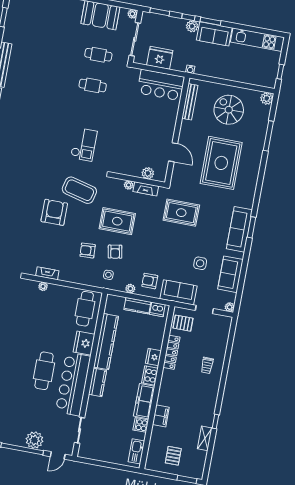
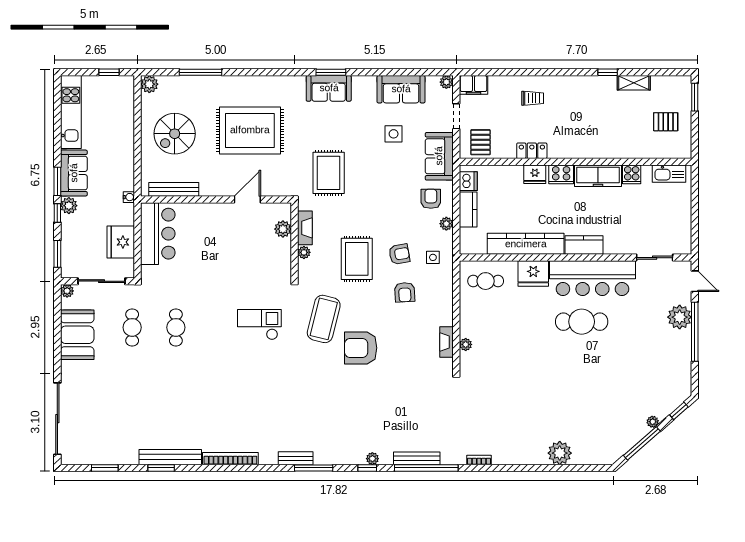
sofa: (239, 229) -> (329, 88), width x0.73
armchair: (150, 281) -> (431, 199), turned 180
cafe table: (85, 309) -> (486, 281), width x0.73, depth x0.74
locker: (171, 352) -> (532, 151), width x0.66
filing cabinet: (161, 416) -> (473, 85), moved, turned 180

